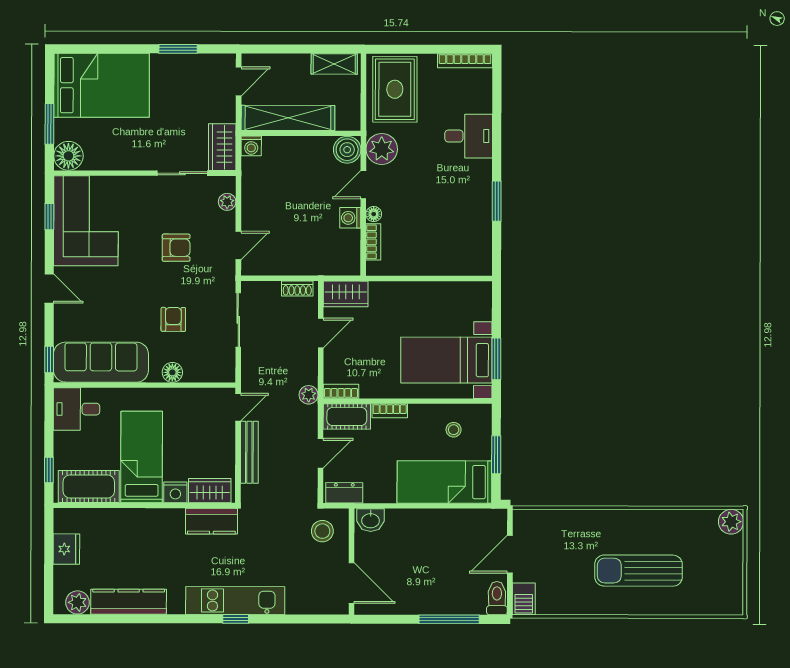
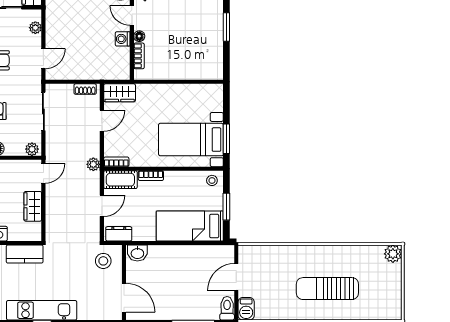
door: (363, 185) -> (132, 15), hinge flipped
plant: (222, 373) -> (32, 149), added
stool: (454, 430) -> (212, 180), moved
bench: (249, 452) -> (51, 205), removed
wardrobe: (210, 491) -> (33, 206), moved, turned -90

